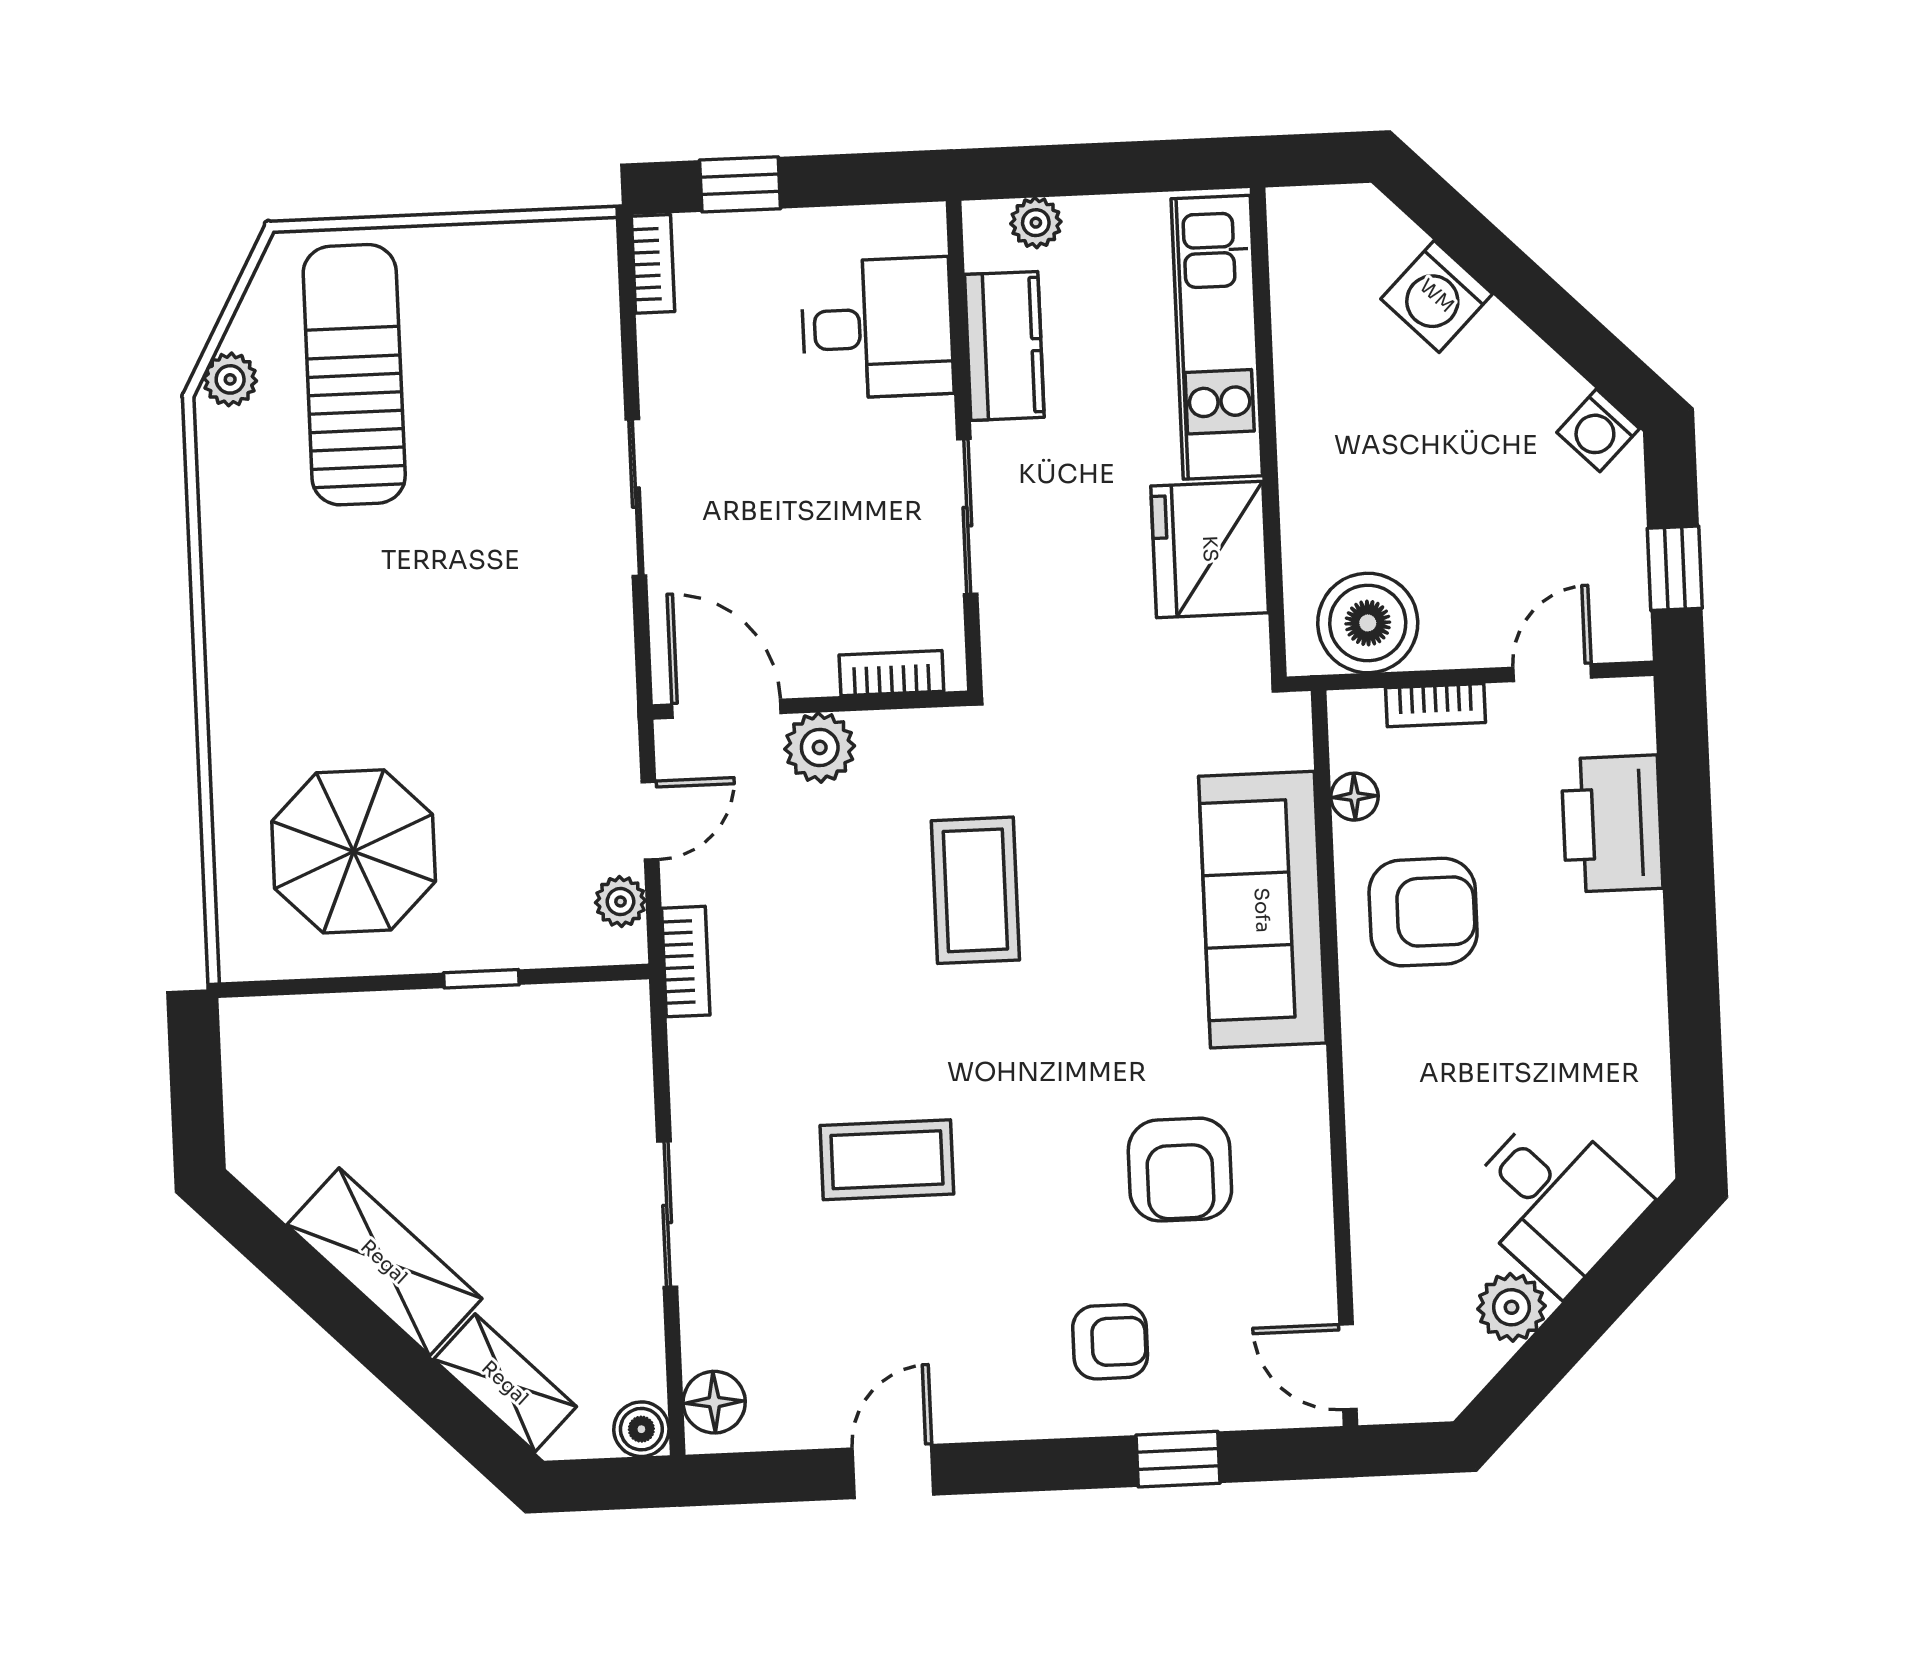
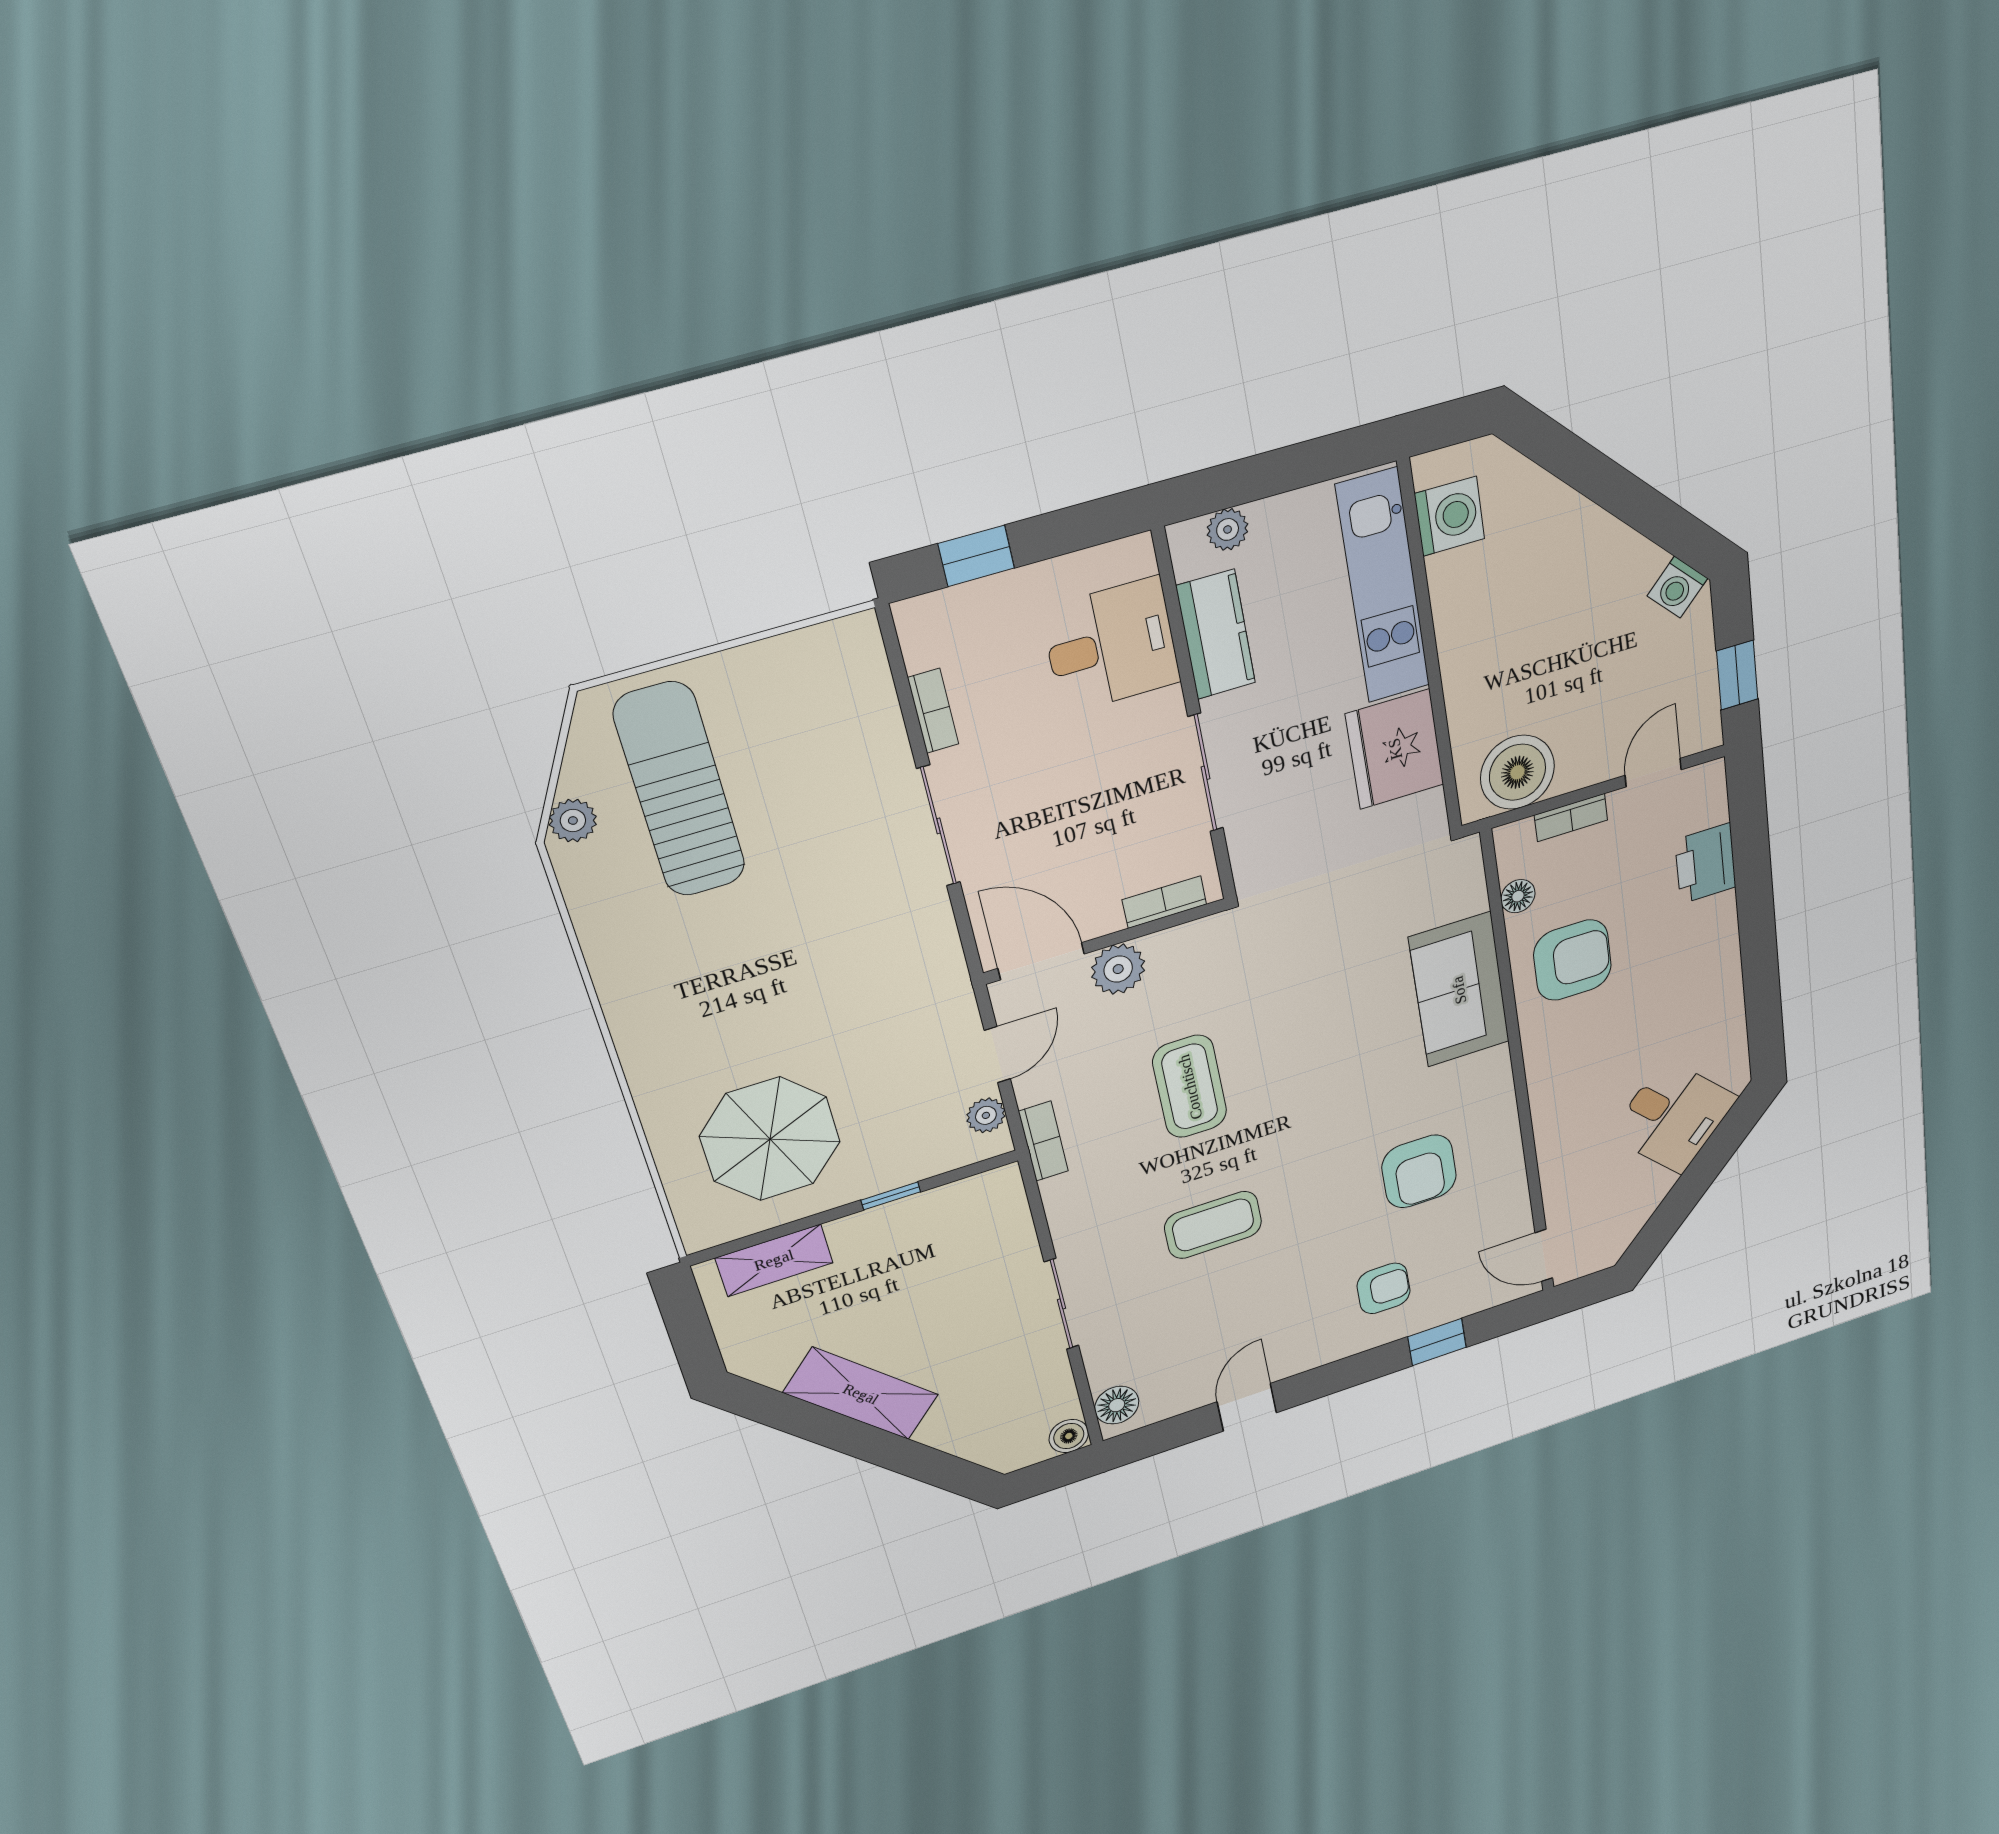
bookcase: (653, 264) -> (933, 711), moved
washing machine: (1437, 296) -> (1450, 516), moved, turned -135
printer: (1612, 824) -> (1705, 864), width x0.73, depth x0.84
coffee table: (975, 890) -> (1190, 1087), moved
sofa: (1262, 910) -> (1459, 990), width x0.73
plant: (1512, 1307) -> (1648, 1189), removed
shelving: (505, 1383) -> (774, 1260), moved, turned -45

